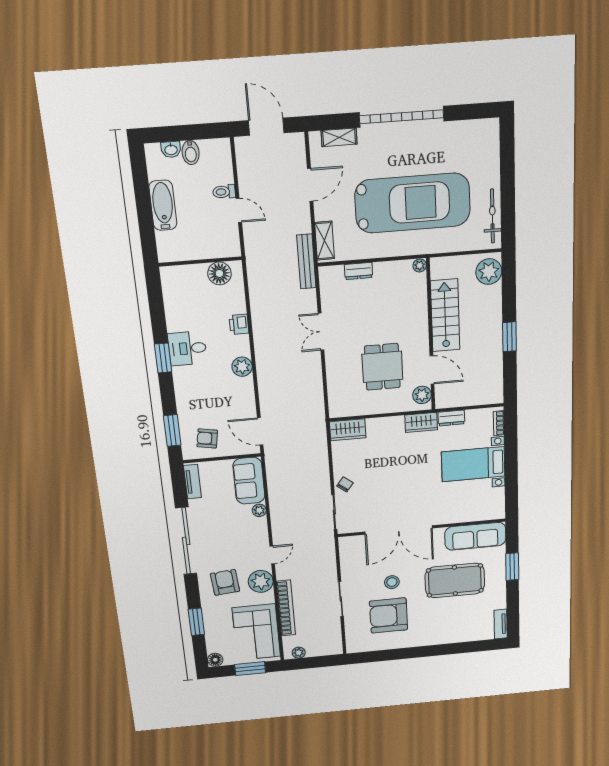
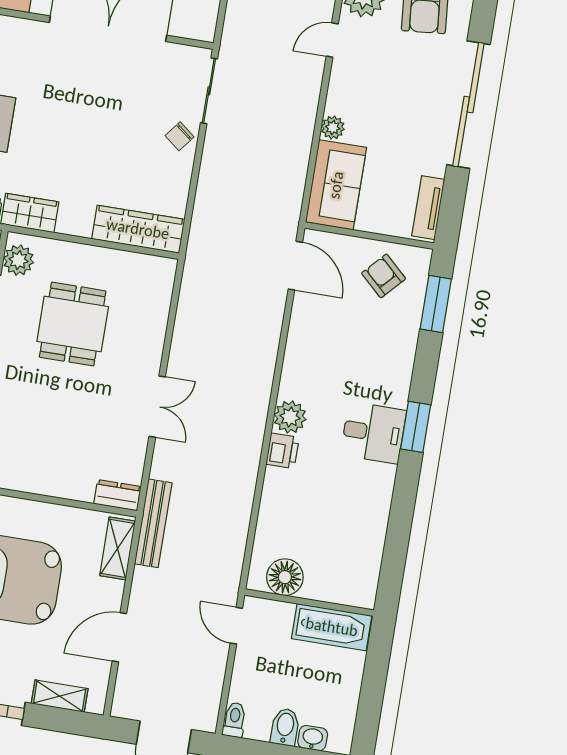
toilet: (224, 192) -> (234, 720), moved, turned -90
bathtub: (163, 205) -> (332, 627), moved, turned -90
wall: (200, 262) -> (309, 603), moved
dresser: (359, 271) -> (117, 495), moved
floor lamp: (219, 273) -> (285, 577), moved
plant: (242, 367) -> (290, 417), moved
wardrobe: (348, 430) -> (138, 229), width x1.50
armchair: (207, 438) -> (384, 276), turned -147

